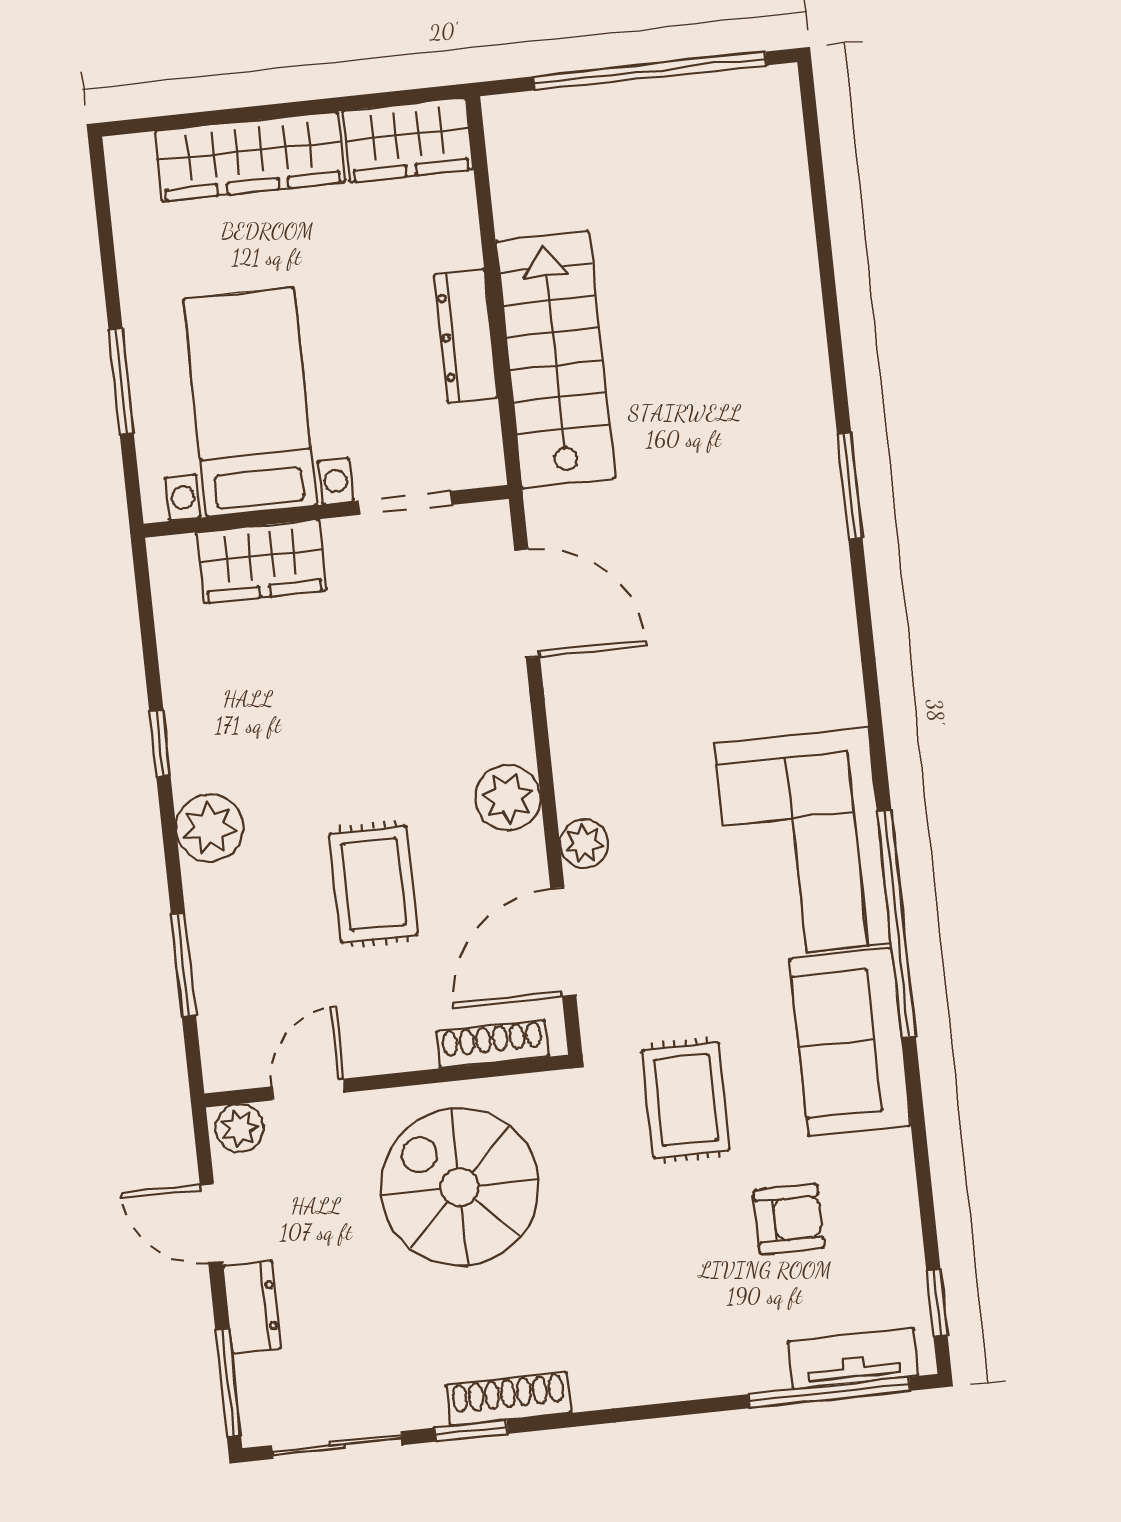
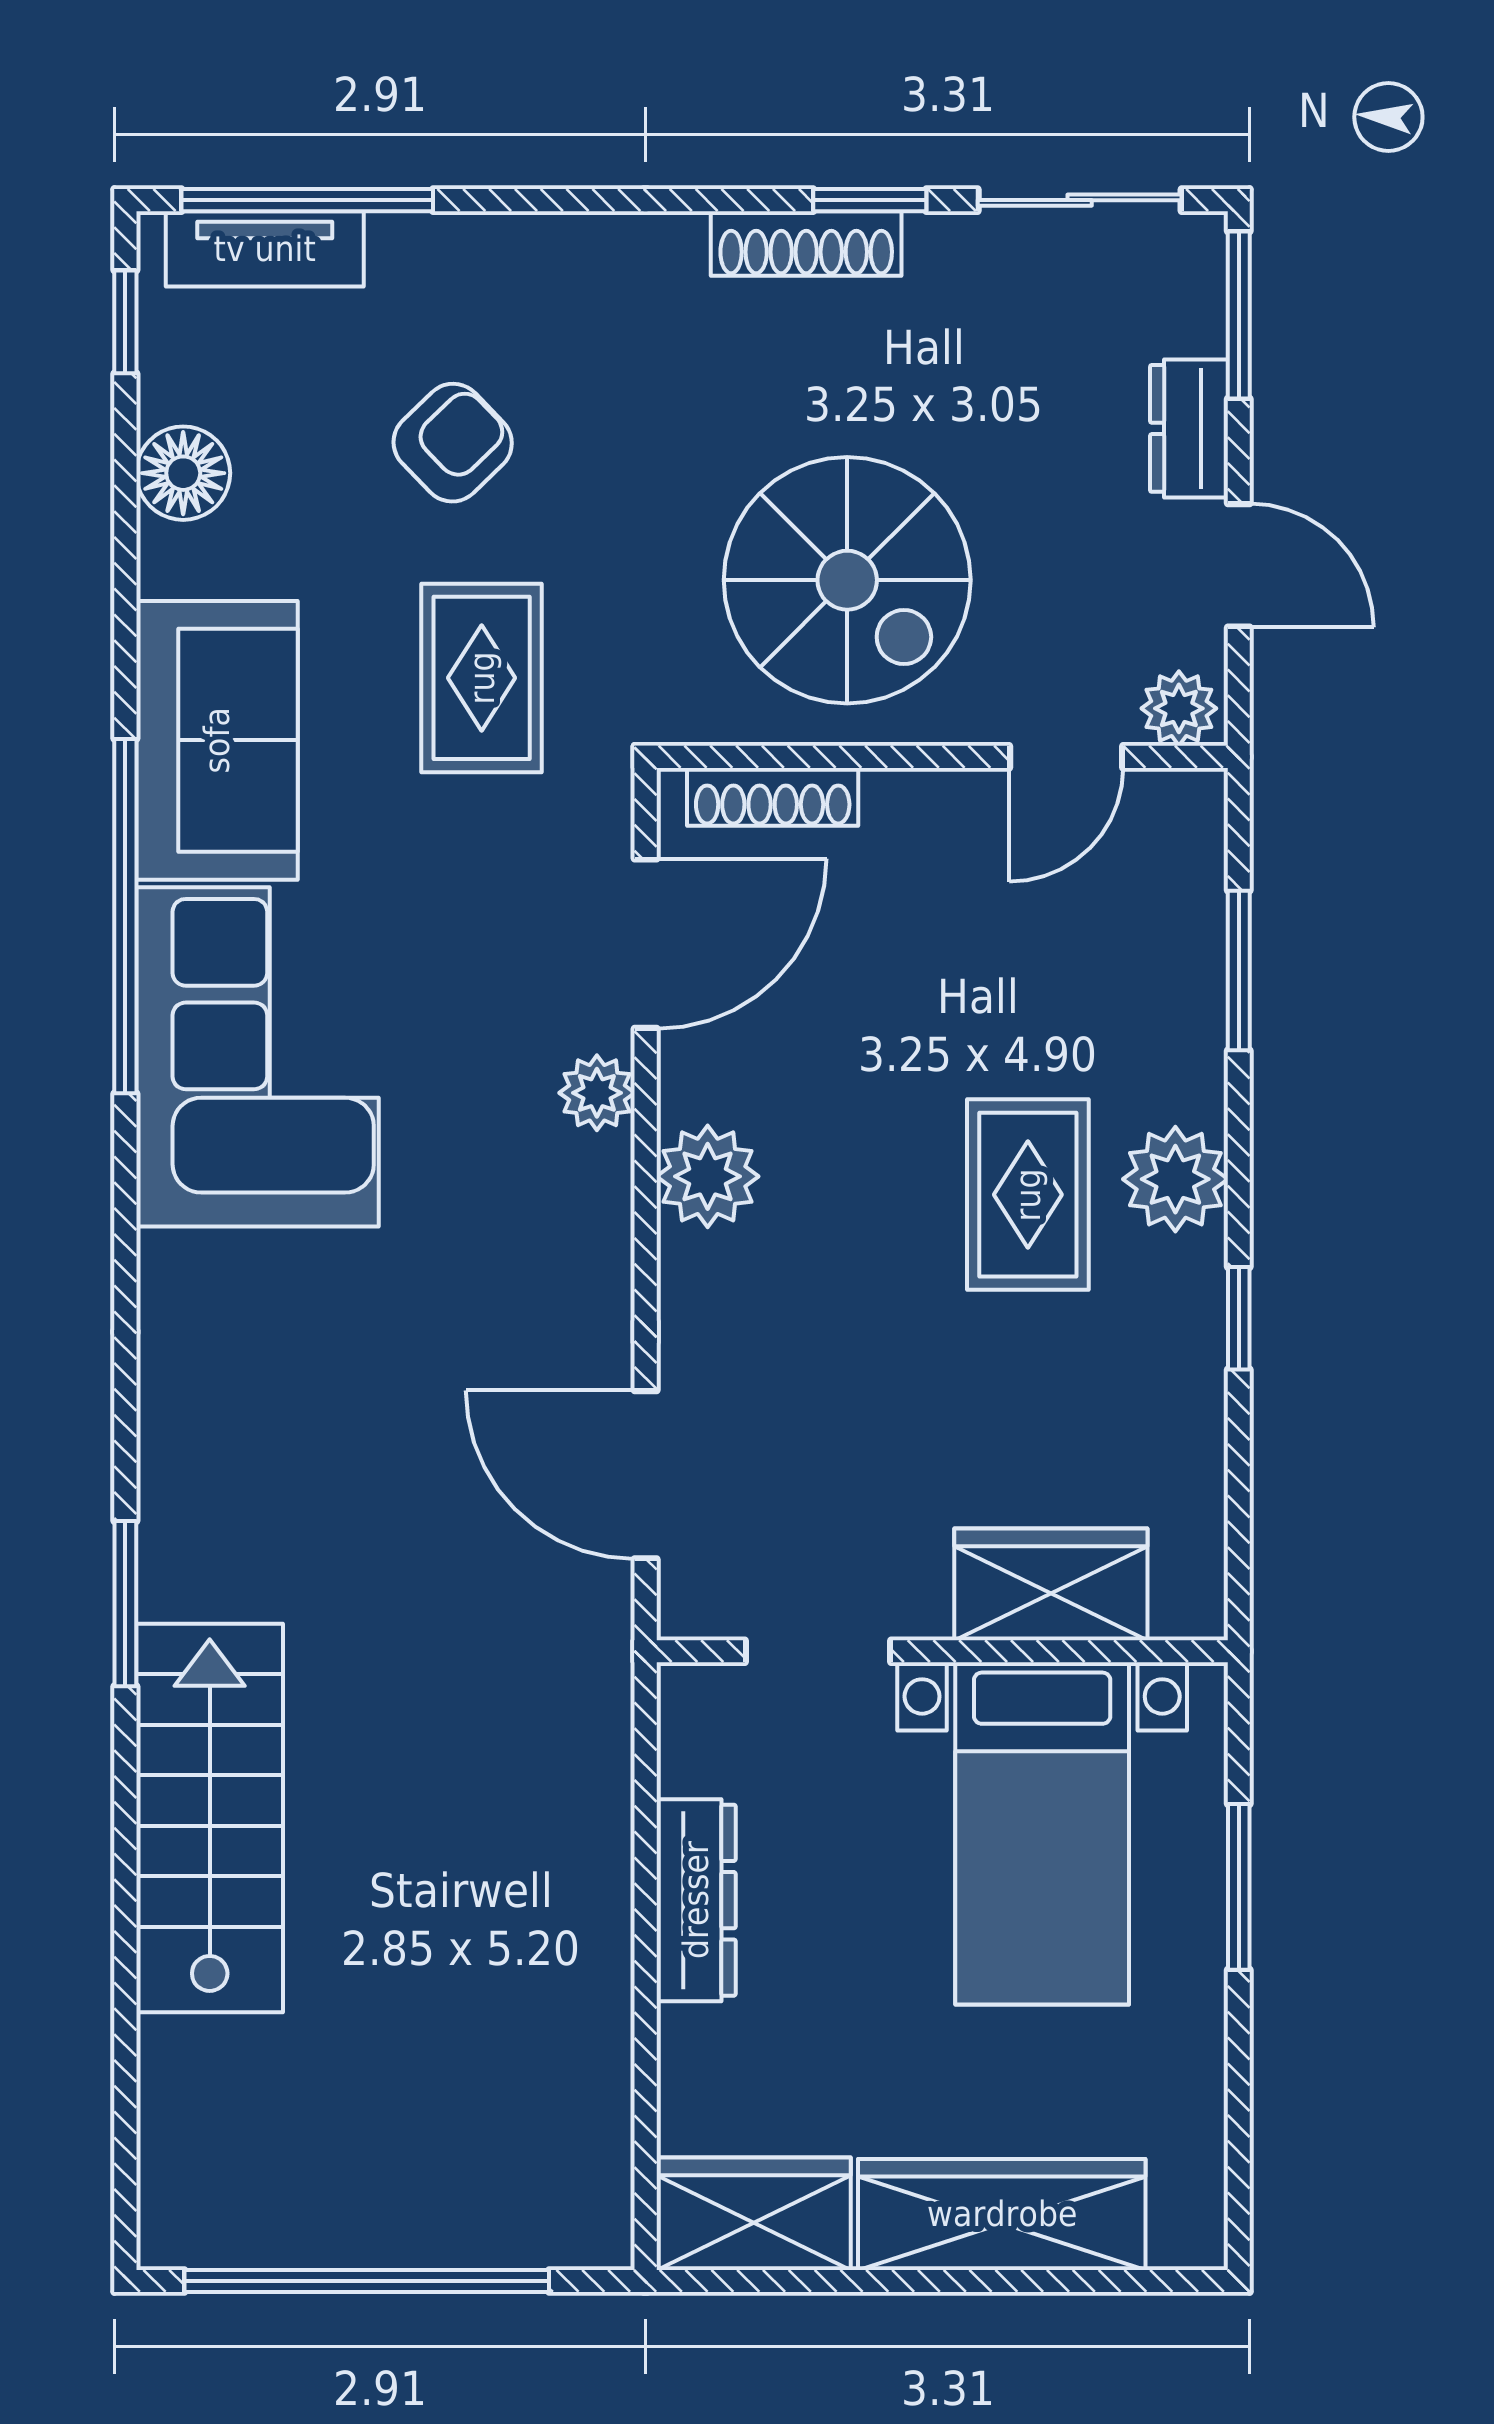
stairs: (555, 360) -> (210, 1818), moved, turned 180
rug: (374, 884) -> (1028, 1195), moved
floor lamp: (890, 1210) -> (183, 473), added
armchair: (789, 1219) -> (453, 443), moved, turned 136

